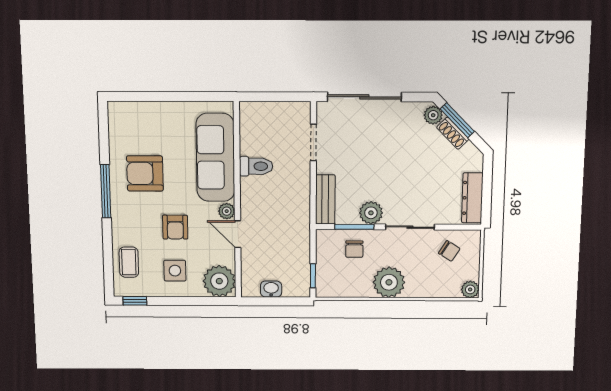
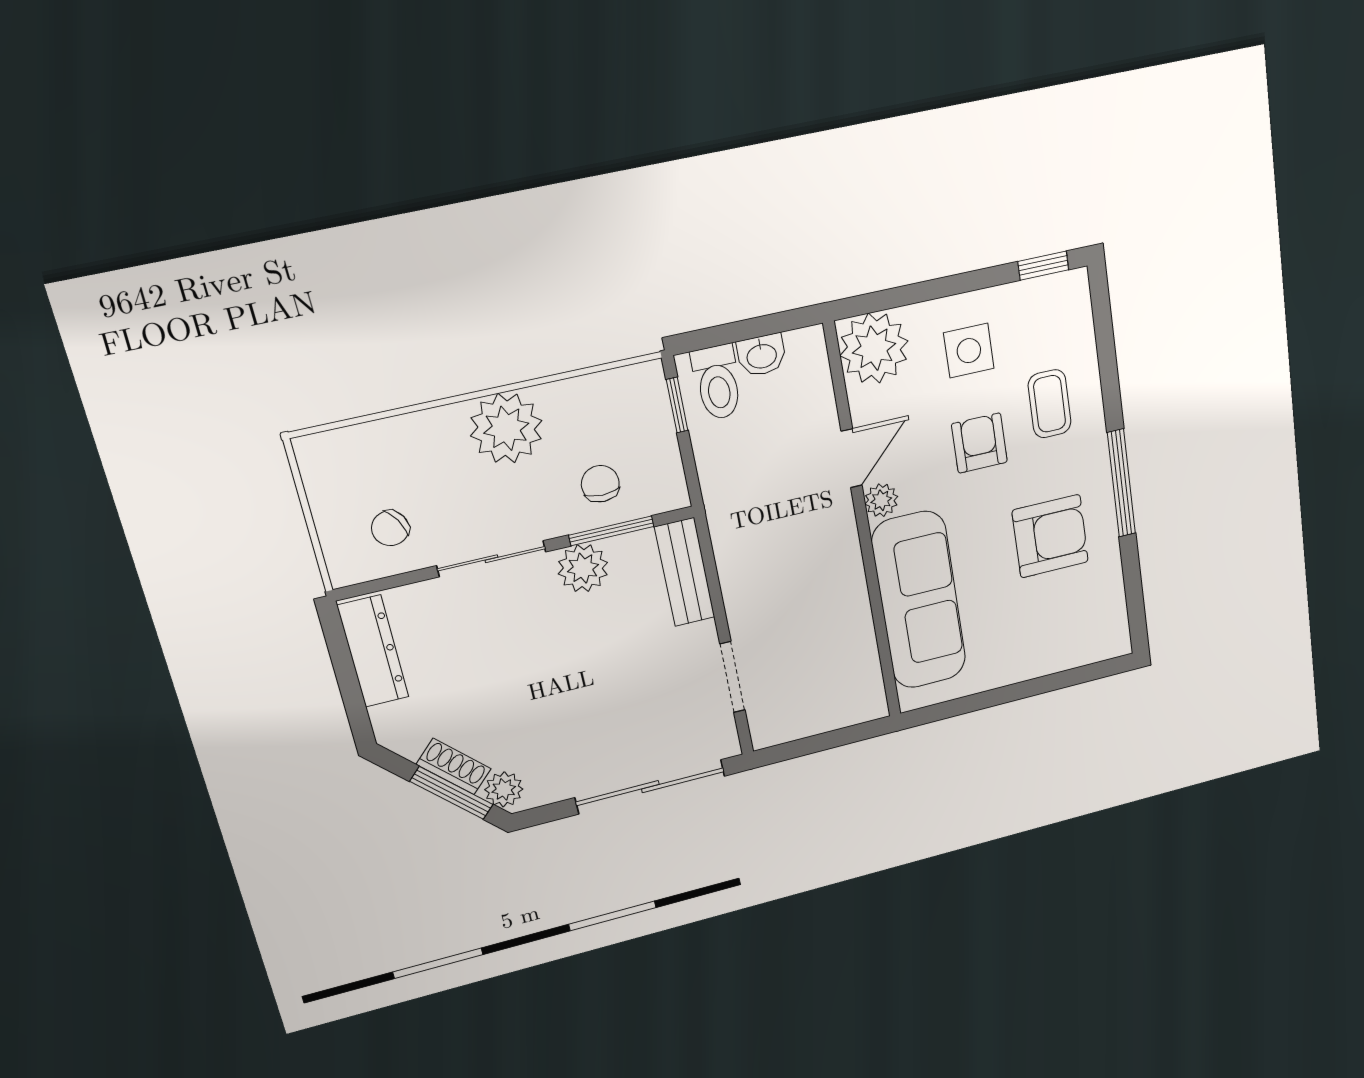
toilet: (256, 166) -> (717, 382), moved, turned -90
door: (238, 234) -> (852, 458), hinge flipped
chair: (449, 251) -> (390, 528), turned -62
coffee table: (129, 262) -> (1050, 404), moved
plant: (470, 289) -> (316, 454), removed

